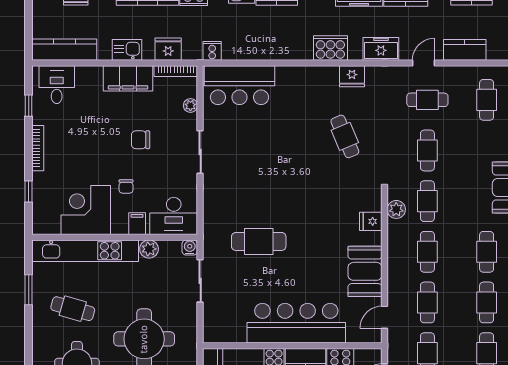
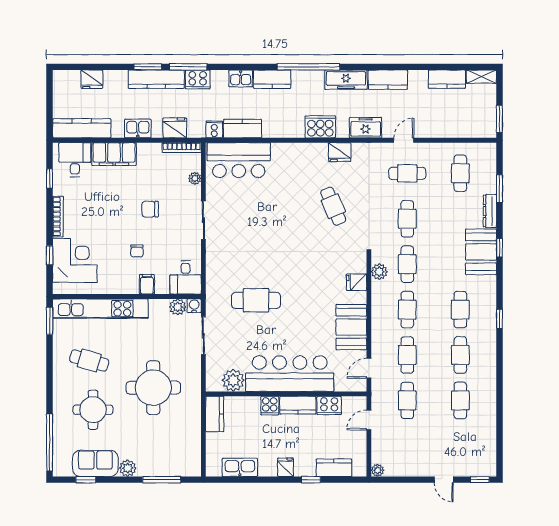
kitchen counter: (465, 50) -> (243, 128), moved
filing cabinet: (128, 78) -> (114, 154), moved
corner desk: (86, 210) -> (75, 260), moved, turned 90
desk: (174, 216) -> (186, 277), width x0.73
plant: (149, 249) -> (178, 307), moved
window: (29, 290) -> (50, 321), moved
plant: (233, 331) -> (233, 380), added

